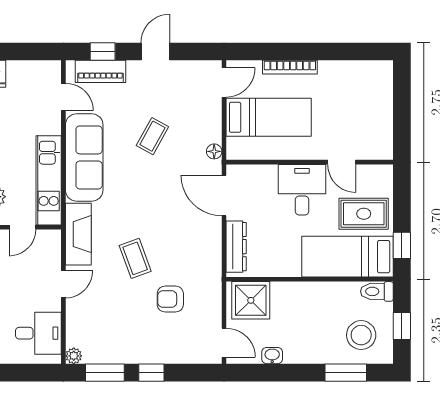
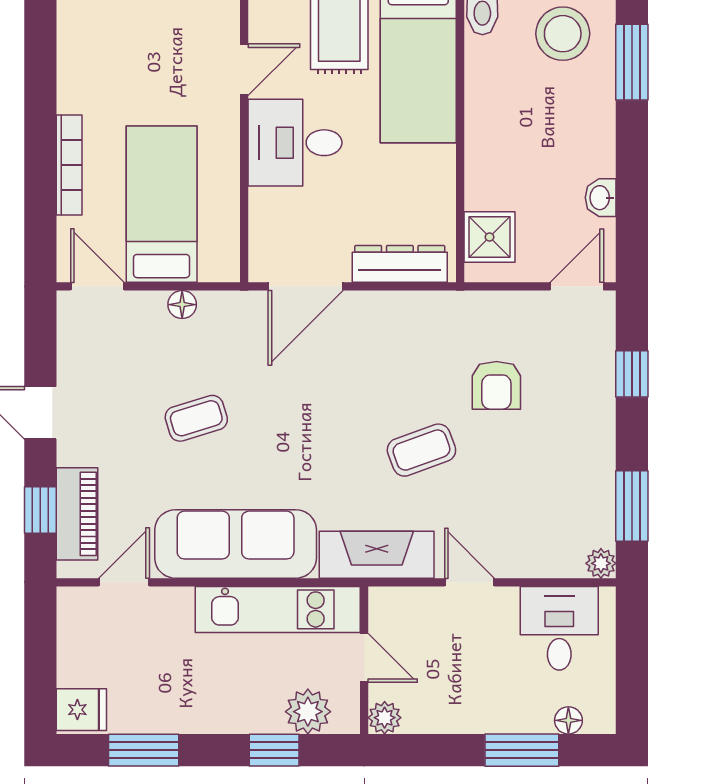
coffee table: (152, 136) -> (196, 418), turned -46
floor lamp: (214, 151) -> (182, 305), moved
shower: (251, 300) -> (490, 237), width x0.73, depth x0.73
window: (151, 373) -> (632, 374), moved

